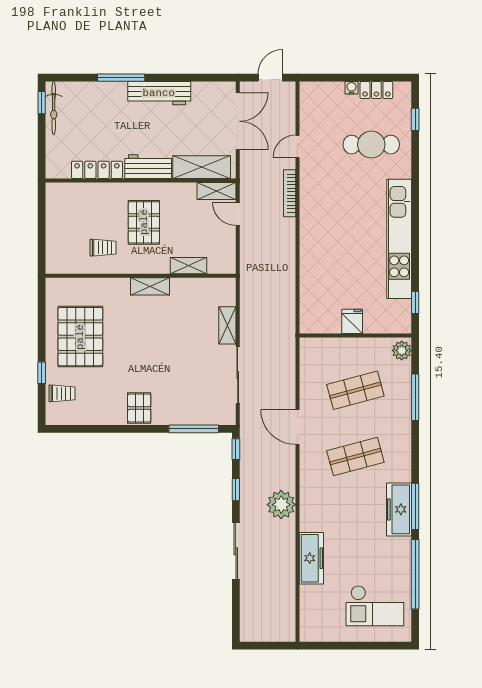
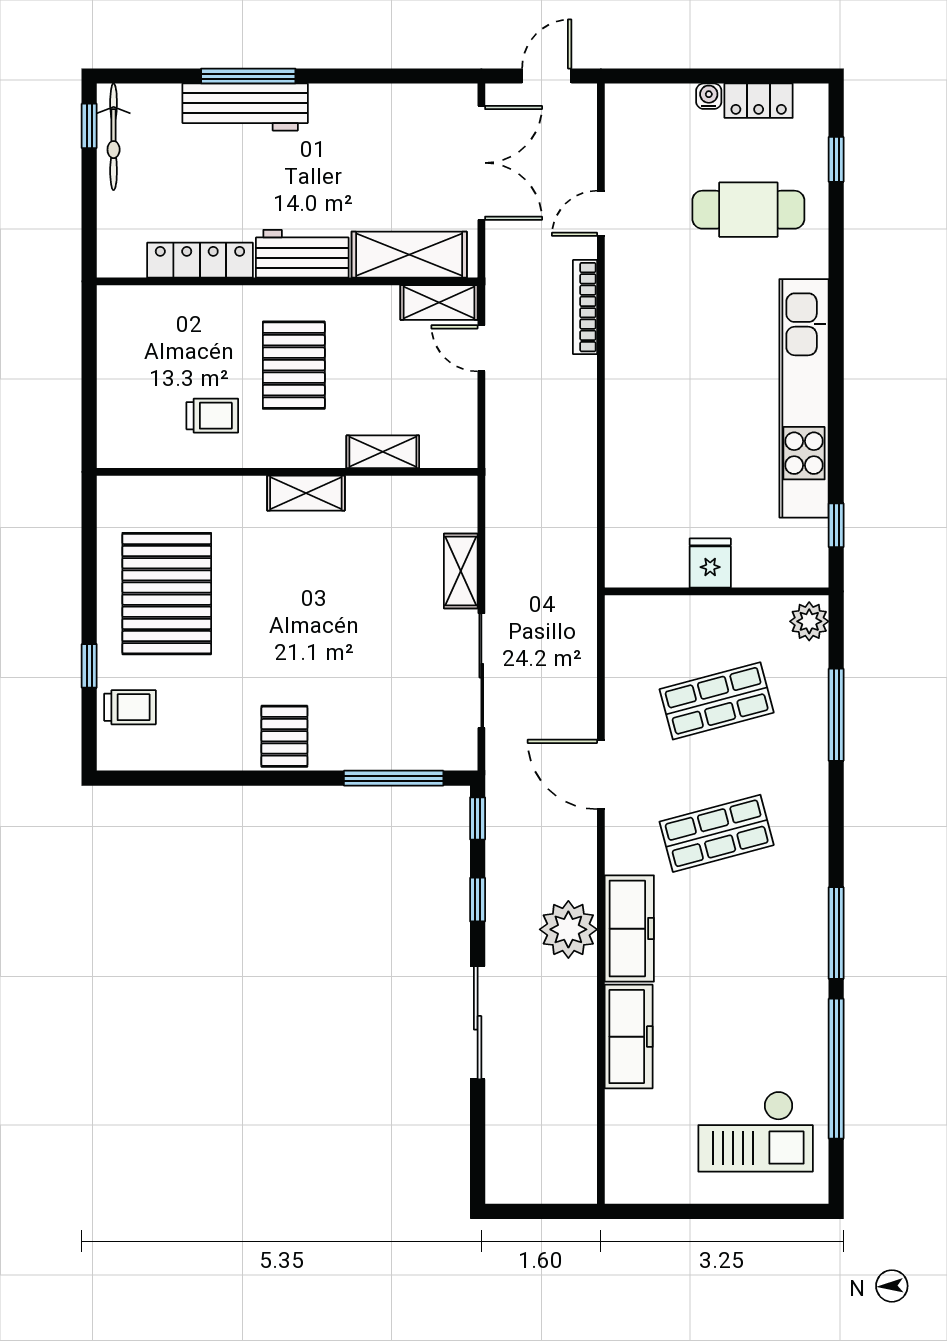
workbench: (159, 93) -> (245, 107), moved
freezer: (399, 509) -> (629, 929), moved, turned 180

